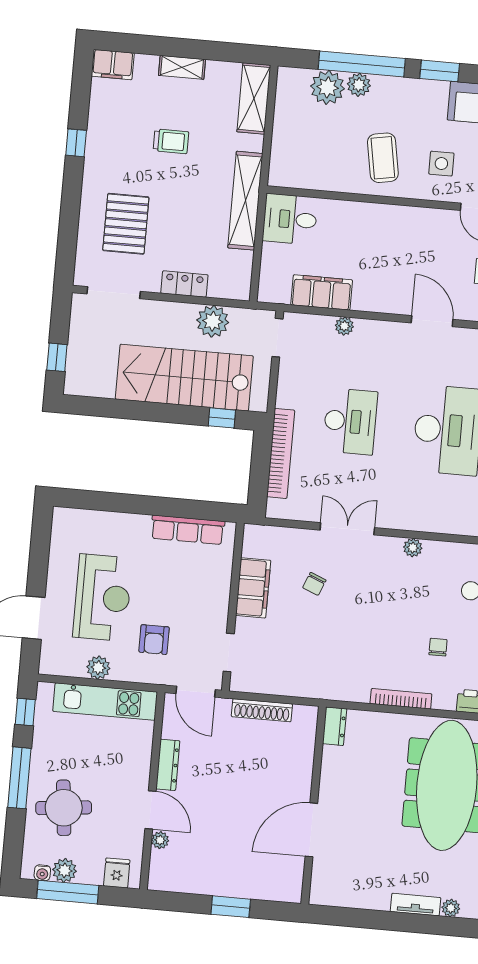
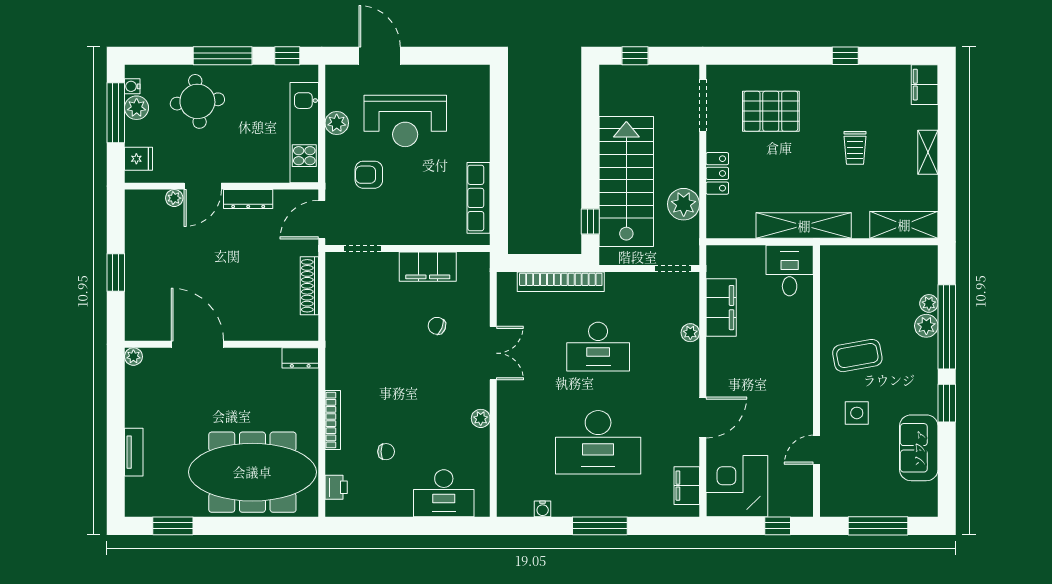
plant: (328, 87) -> (929, 303), width x0.53, depth x0.53
plant: (451, 908) -> (133, 357), moved

